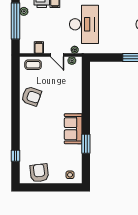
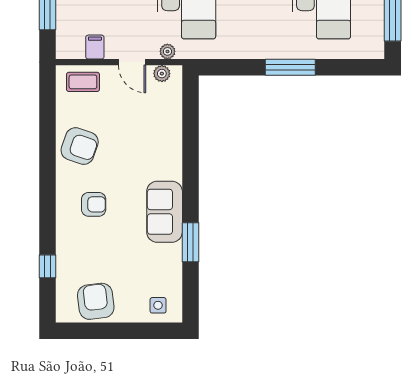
armchair: (38, 125) -> (94, 204), added

